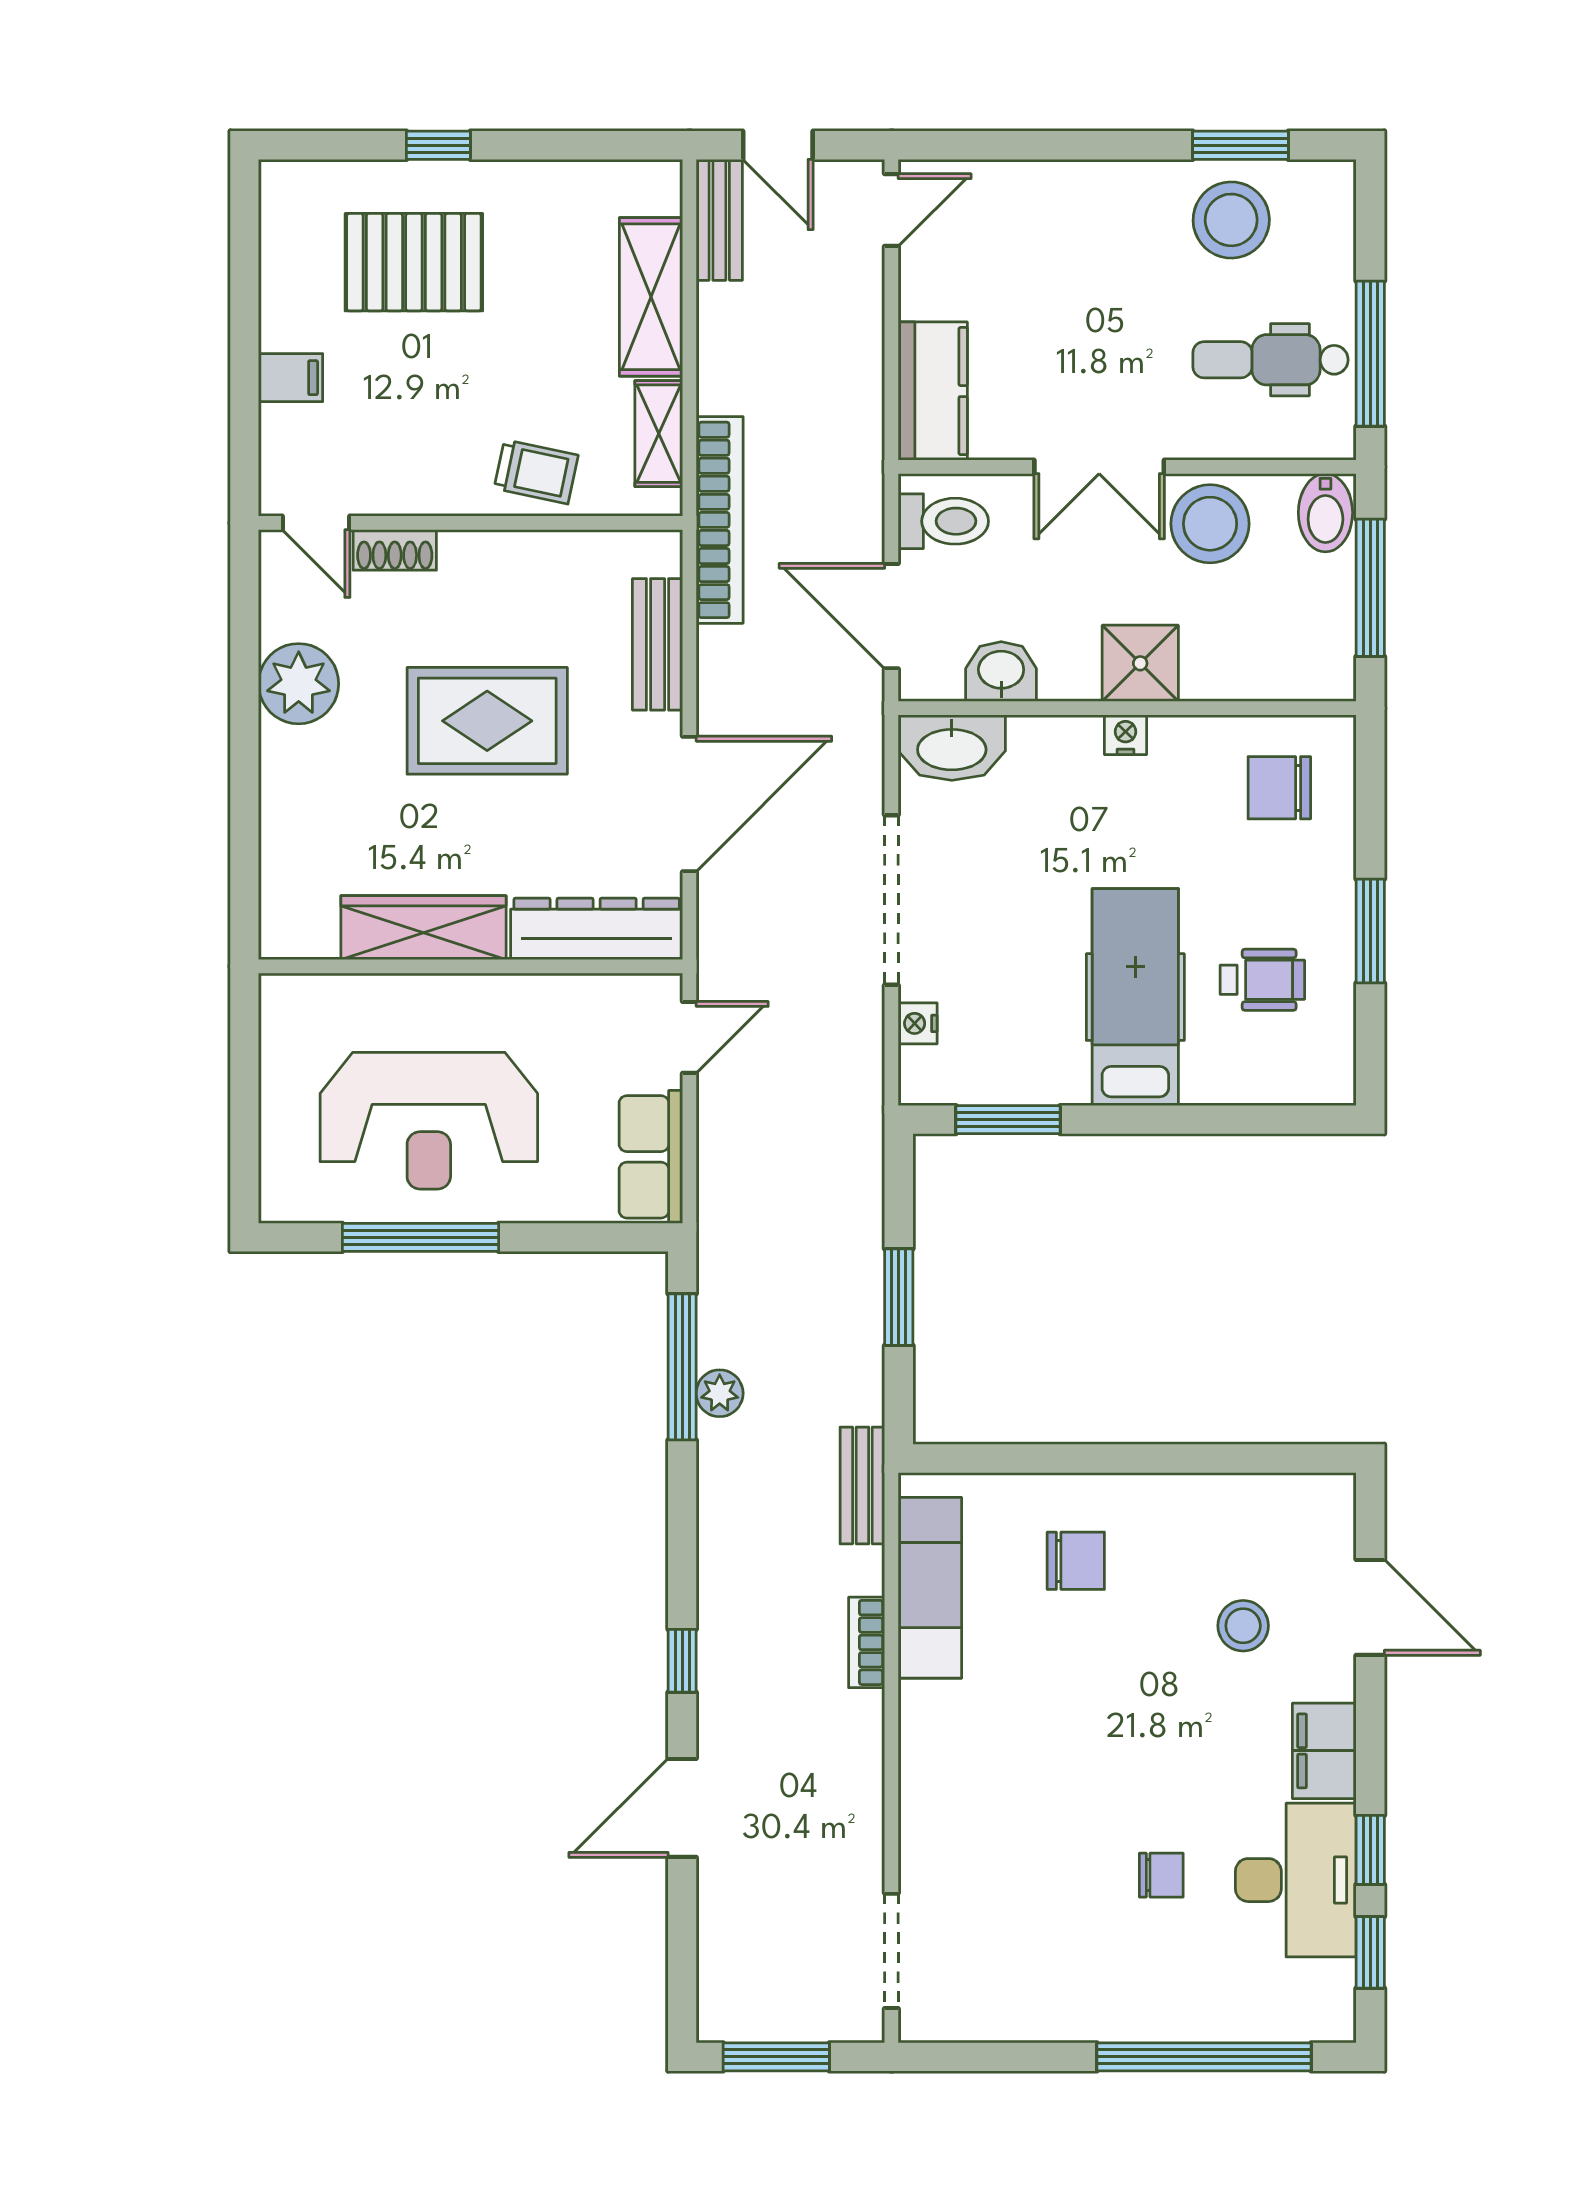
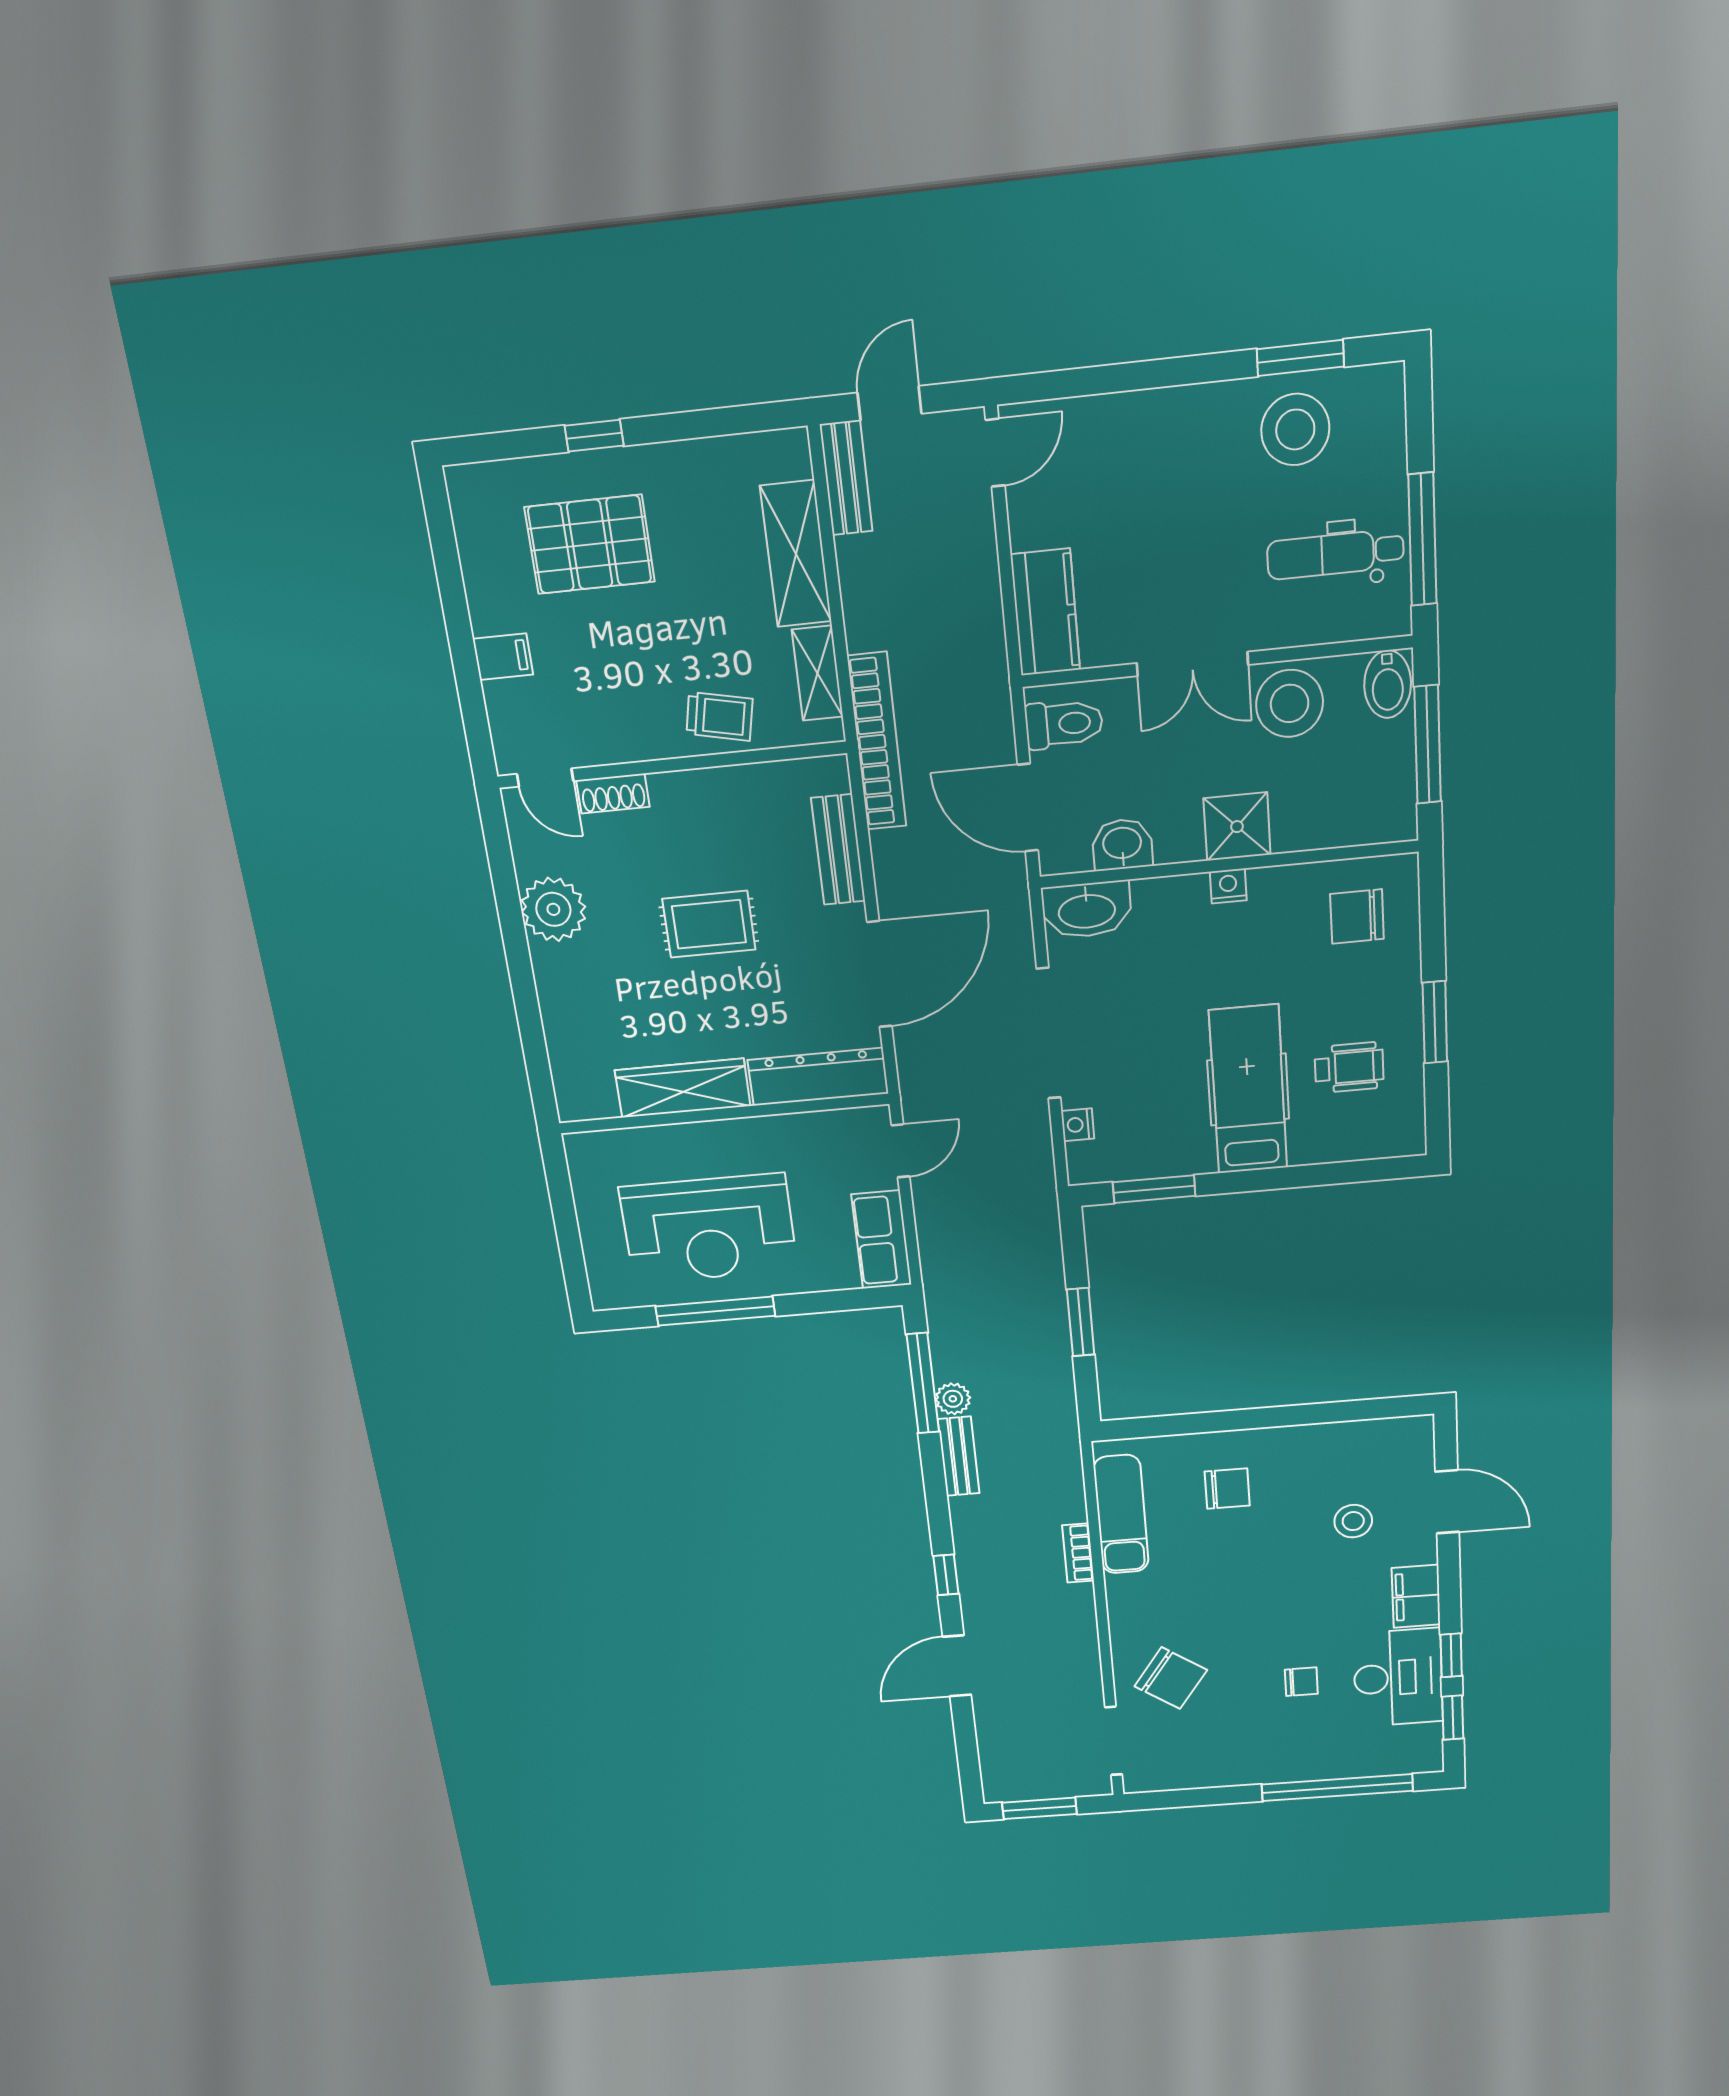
door: (778, 145) -> (890, 403), swing flipped
rug: (487, 721) -> (709, 924), width x0.73, depth x0.70
bench: (862, 1486) -> (959, 1456), moved
chair: (980, 1854) -> (1171, 1678), added

